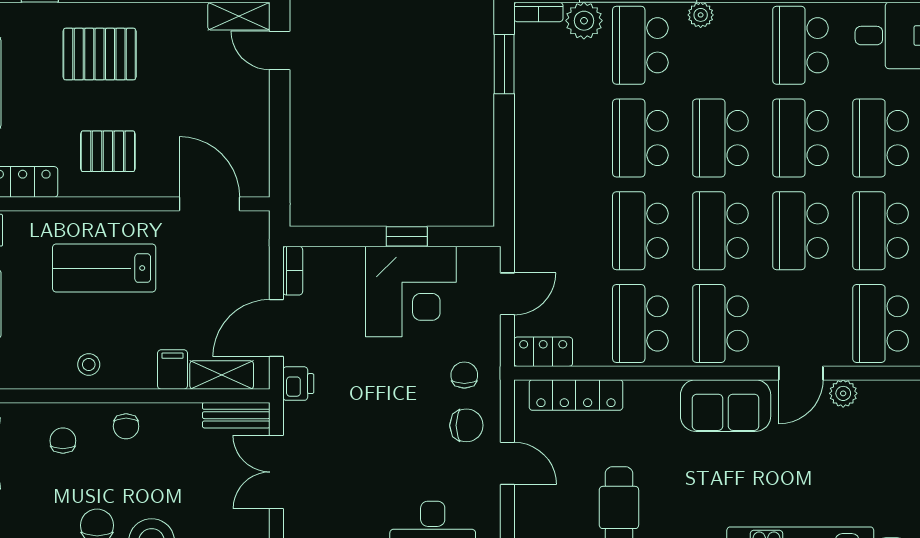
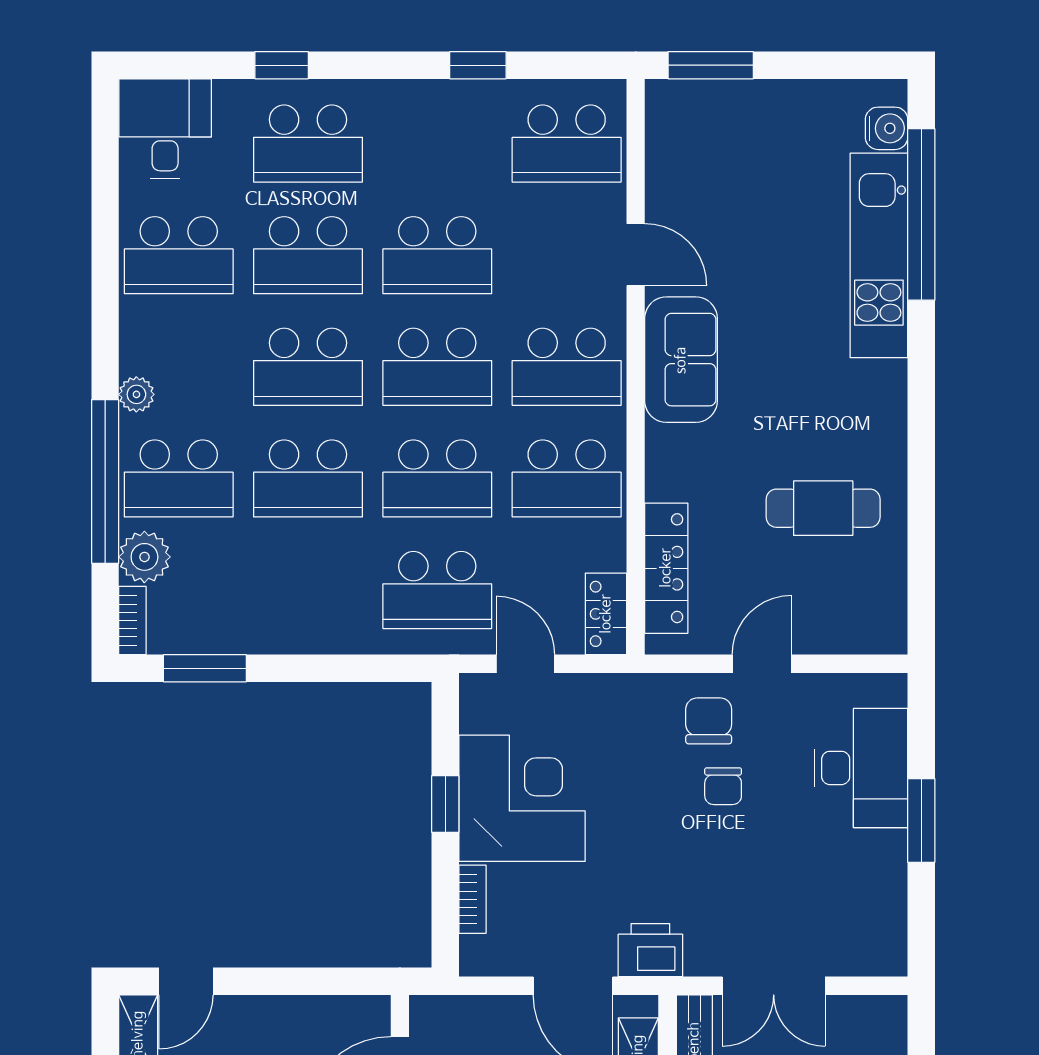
school desk: (881, 231) -> (437, 590), moved
bookcase: (293, 271) -> (472, 899), moved, turned 90
chair: (464, 375) -> (723, 786), moved, turned -90
printer: (298, 384) -> (650, 950), width x1.36, depth x1.24
plant: (843, 393) -> (664, 196), removed

